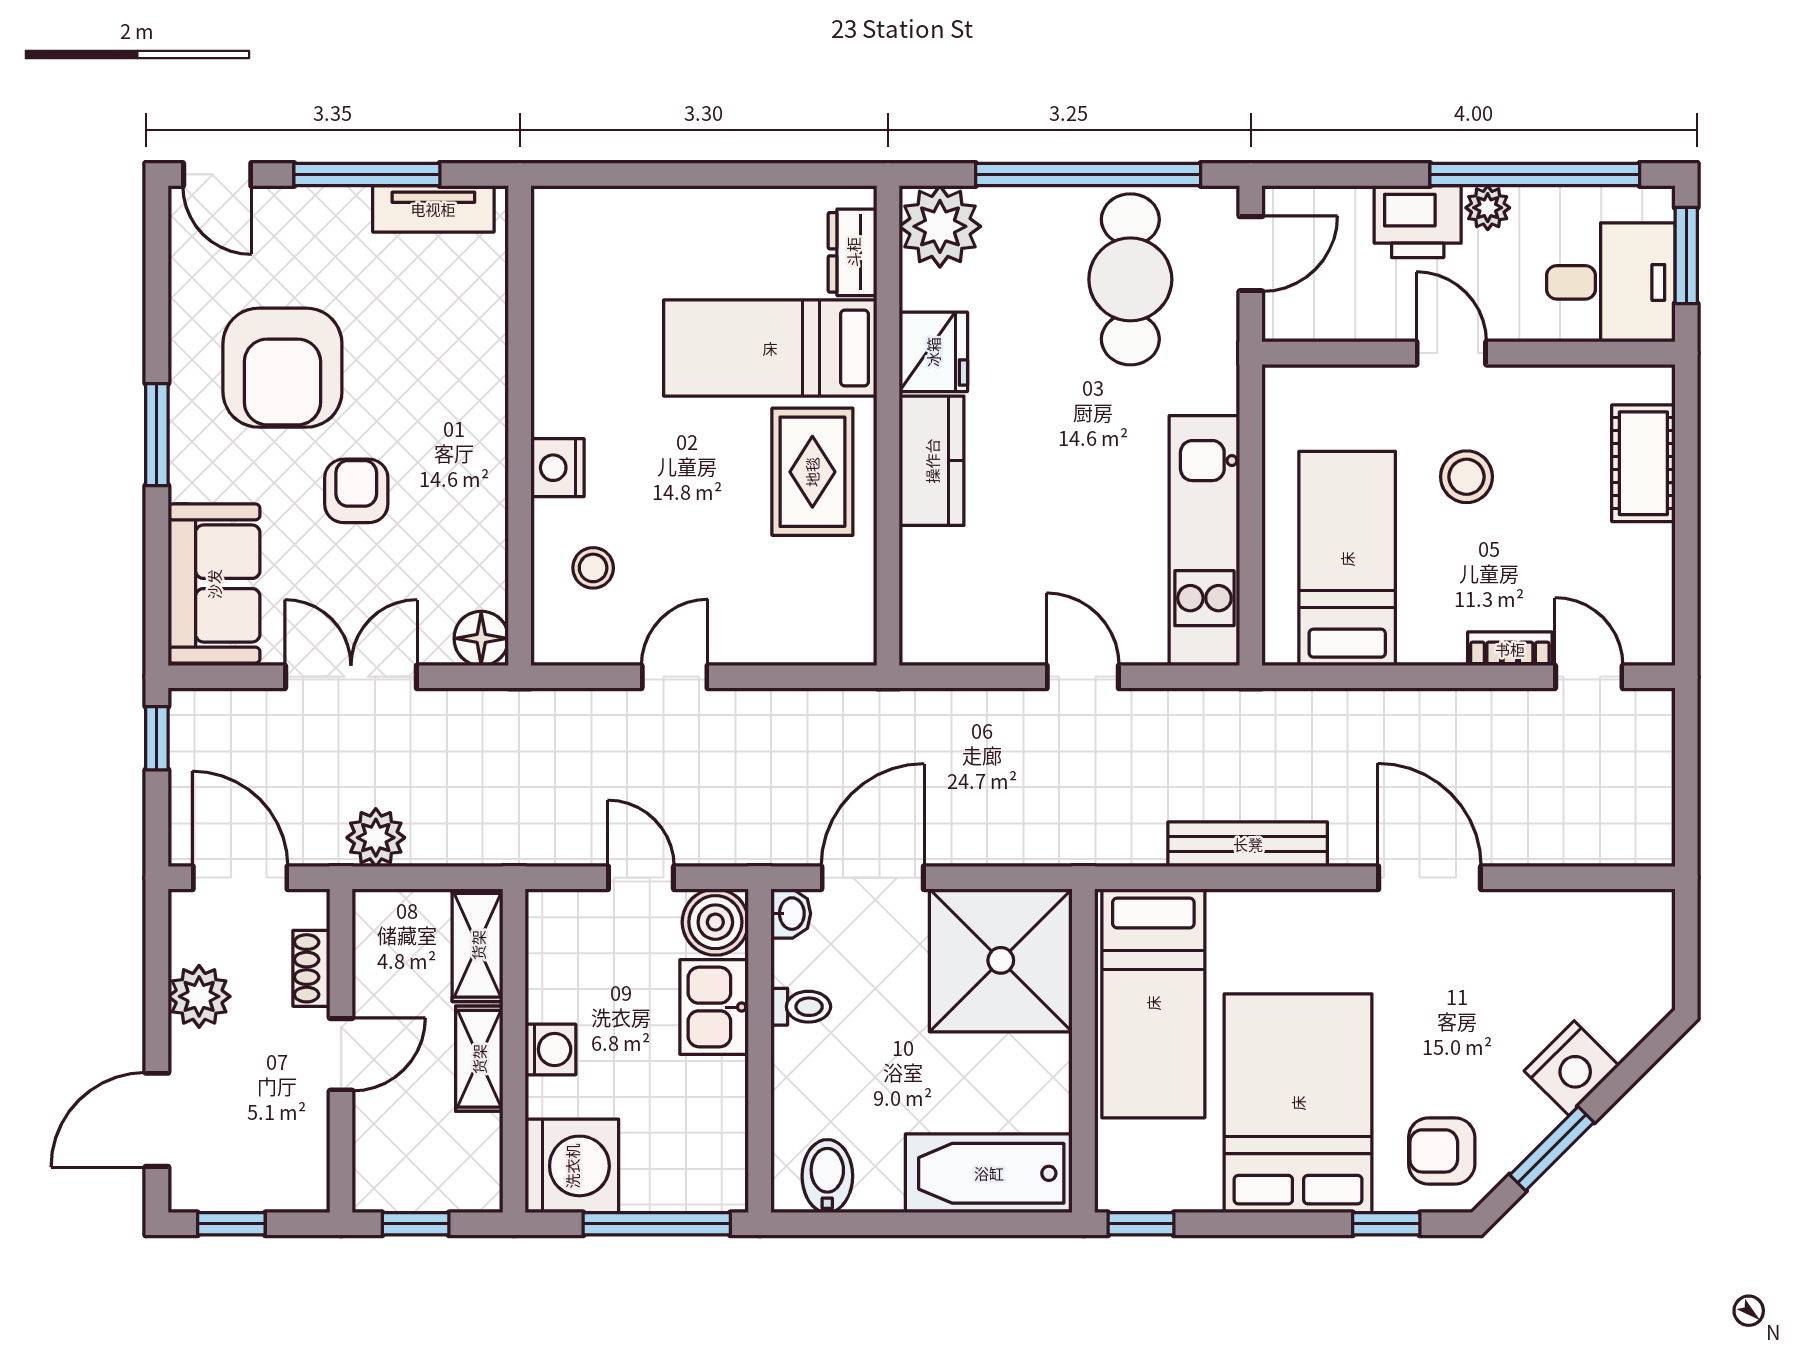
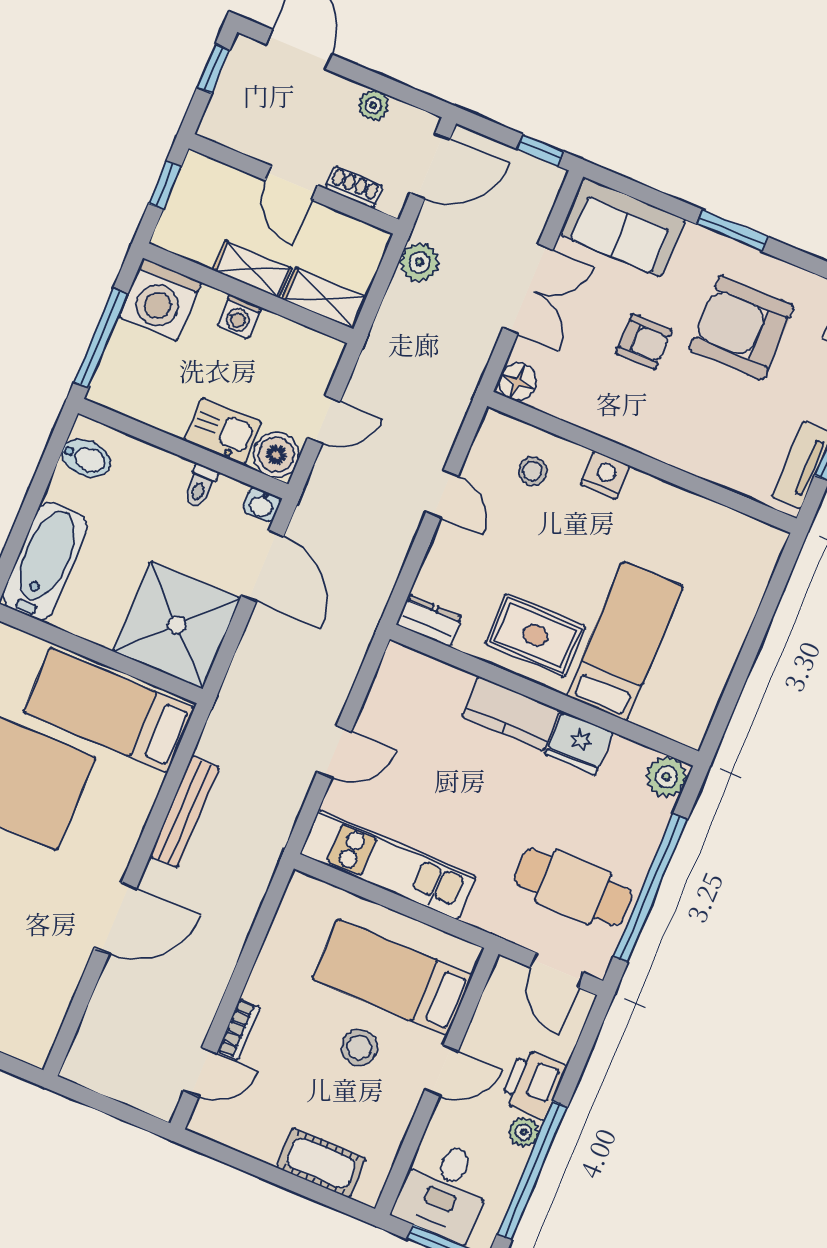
plant: (940, 226) -> (666, 777), width x0.73, depth x0.73
dresser: (853, 252) -> (429, 621), moved
bed: (1347, 559) -> (392, 977), moved, turned 180
plant: (199, 996) -> (373, 105), width x0.73, depth x0.73

